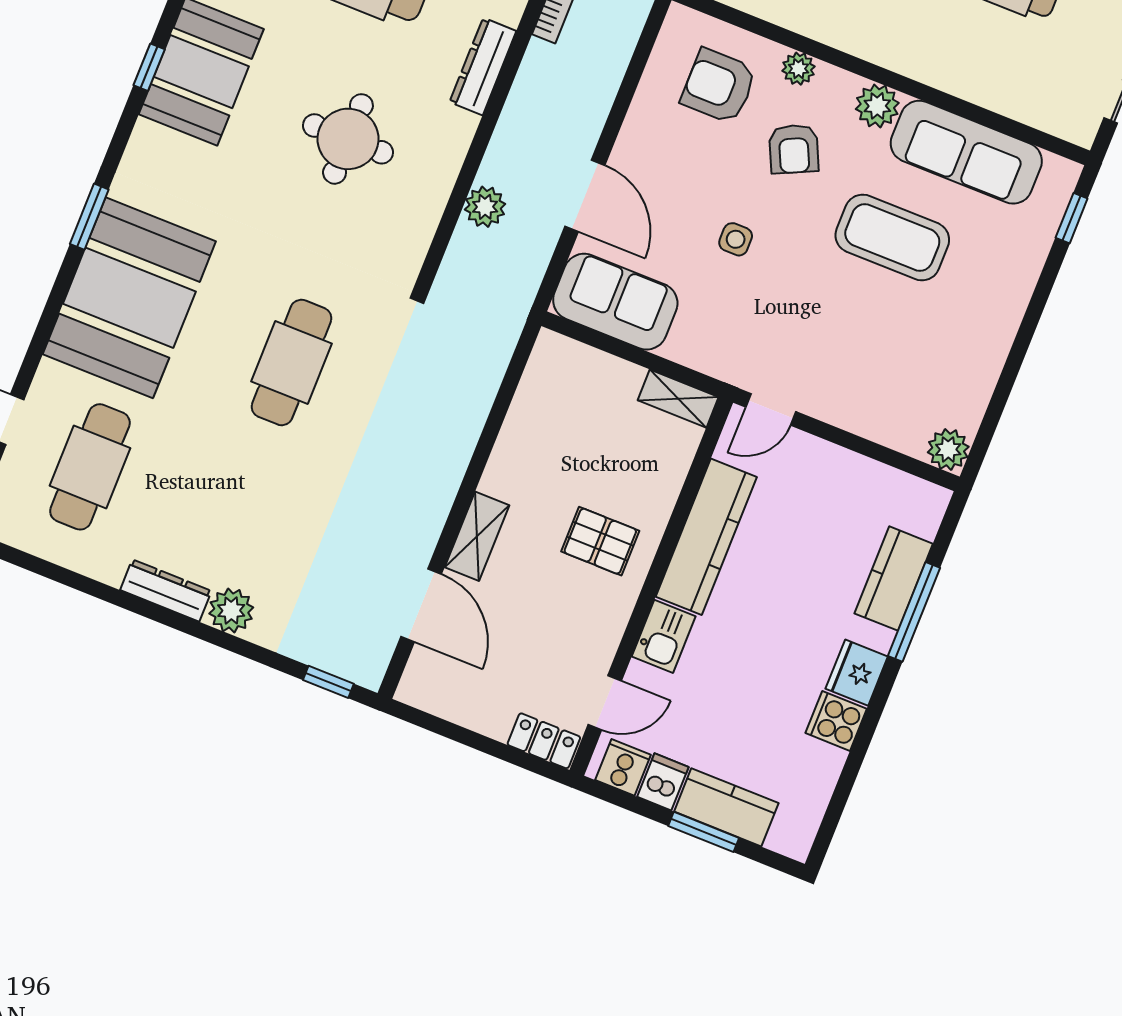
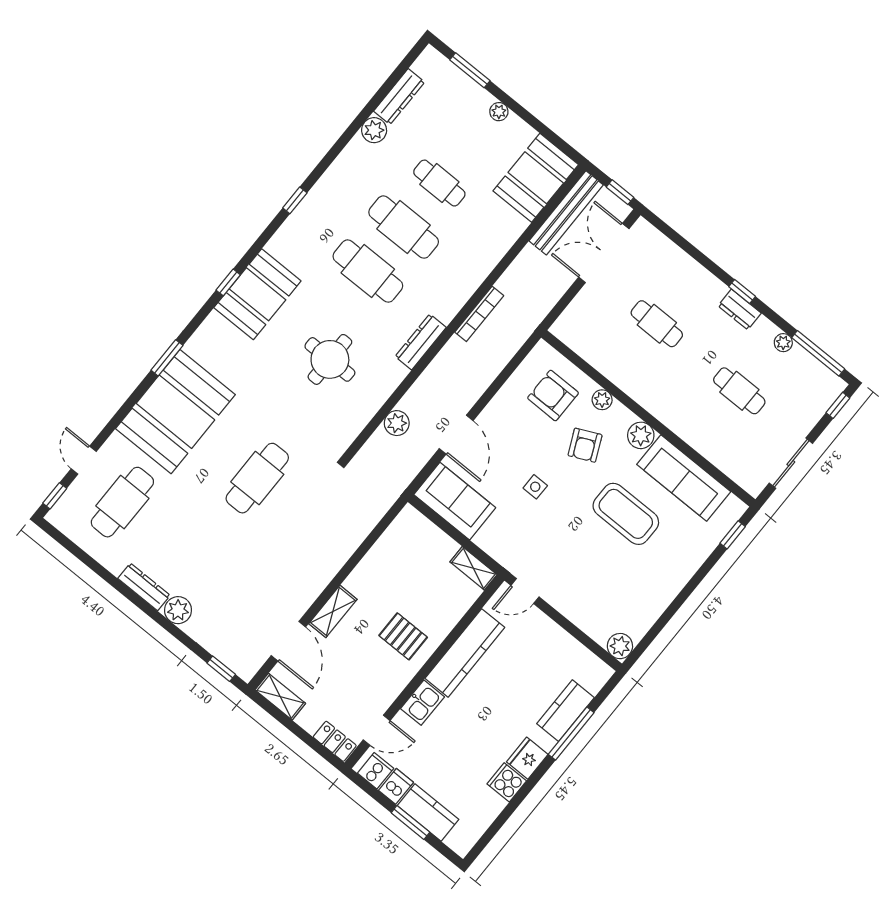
shelving: (436, 697) -> (280, 697), added

